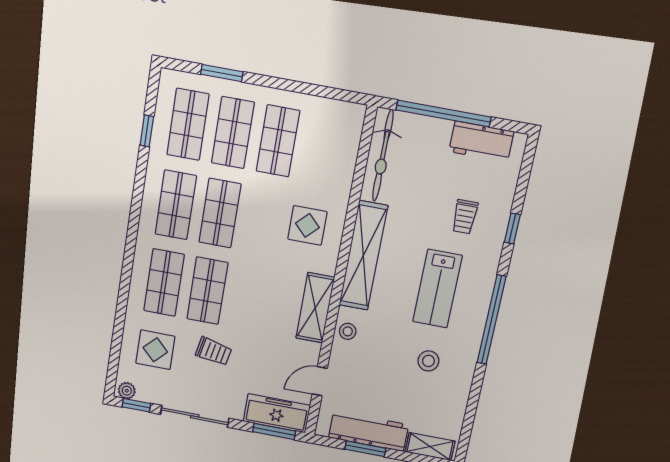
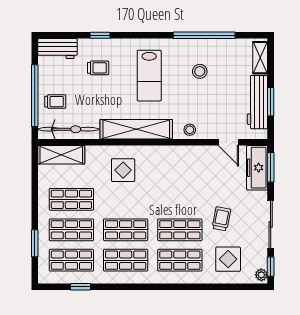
workbench: (481, 142) -> (58, 49), moved, turned 90
trolley: (428, 143) -> (55, 102), added
lab bench: (437, 289) -> (149, 76), turned 90
shelving: (315, 308) -> (61, 155), moved
window: (492, 320) -> (204, 35), moved

